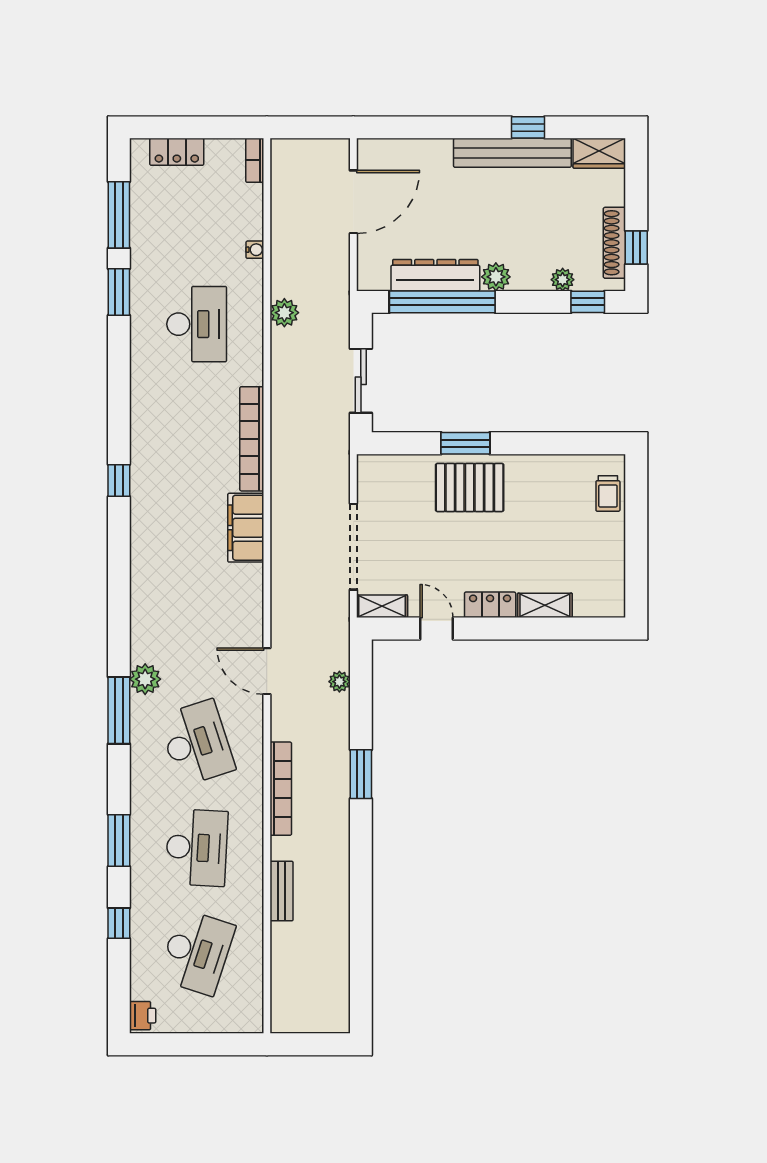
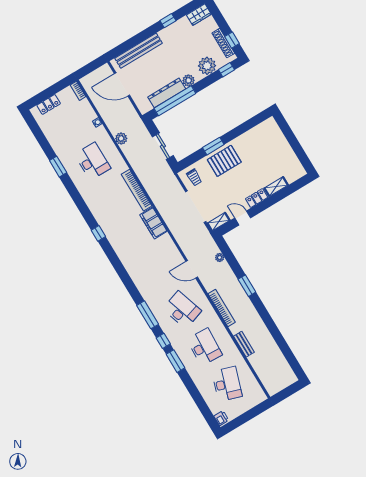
bench: (512, 153) -> (139, 51), moved
door: (353, 202) -> (122, 84), swing flipped
window: (119, 215) -> (42, 139), removed
plant: (563, 280) -> (207, 66), width x1.87, depth x1.87
trolley: (608, 493) -> (194, 177), moved
plant: (145, 679) -> (150, 298), removed
window: (119, 923) -> (163, 341), moved

